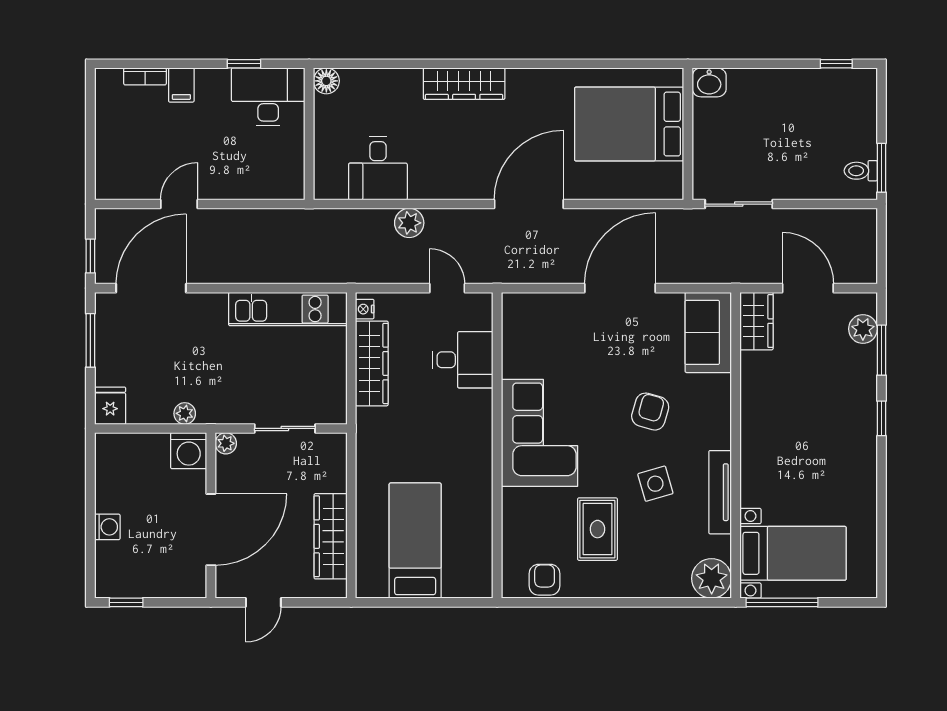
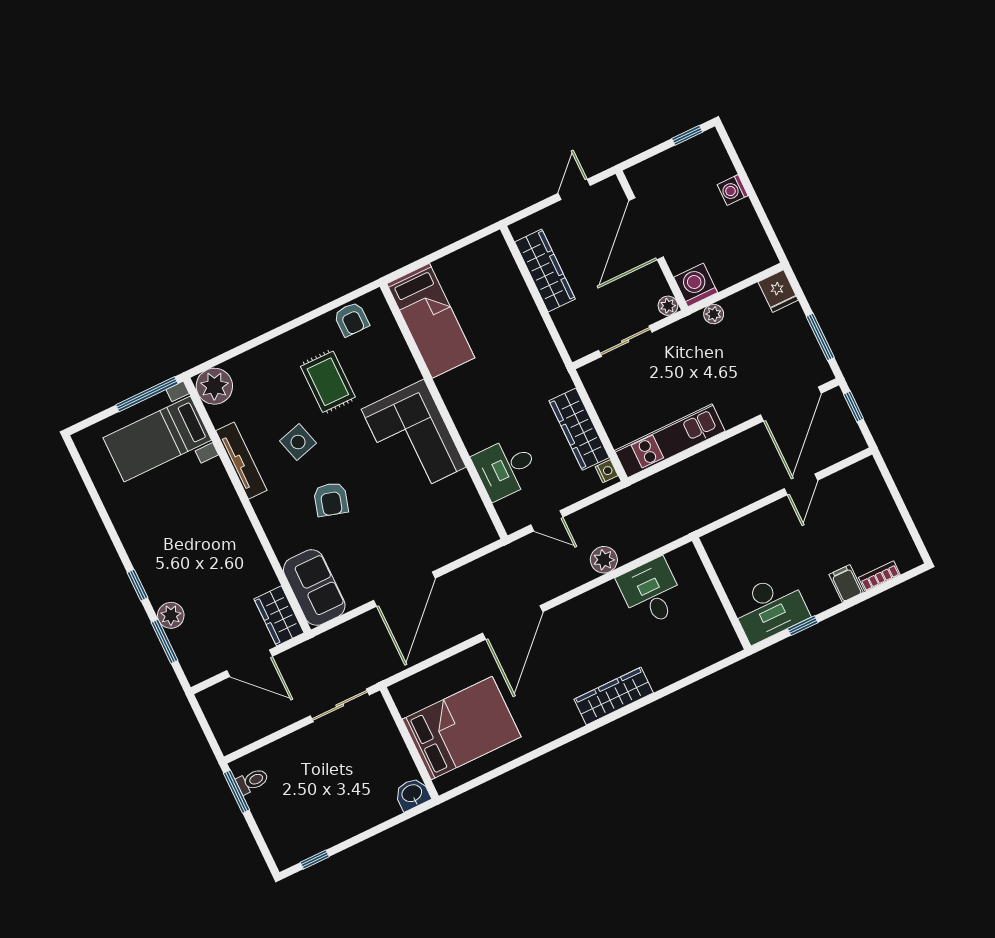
floor lamp: (326, 81) -> (728, 644), removed
plant: (863, 329) -> (171, 615), moved
bed: (415, 541) -> (431, 321), moved

